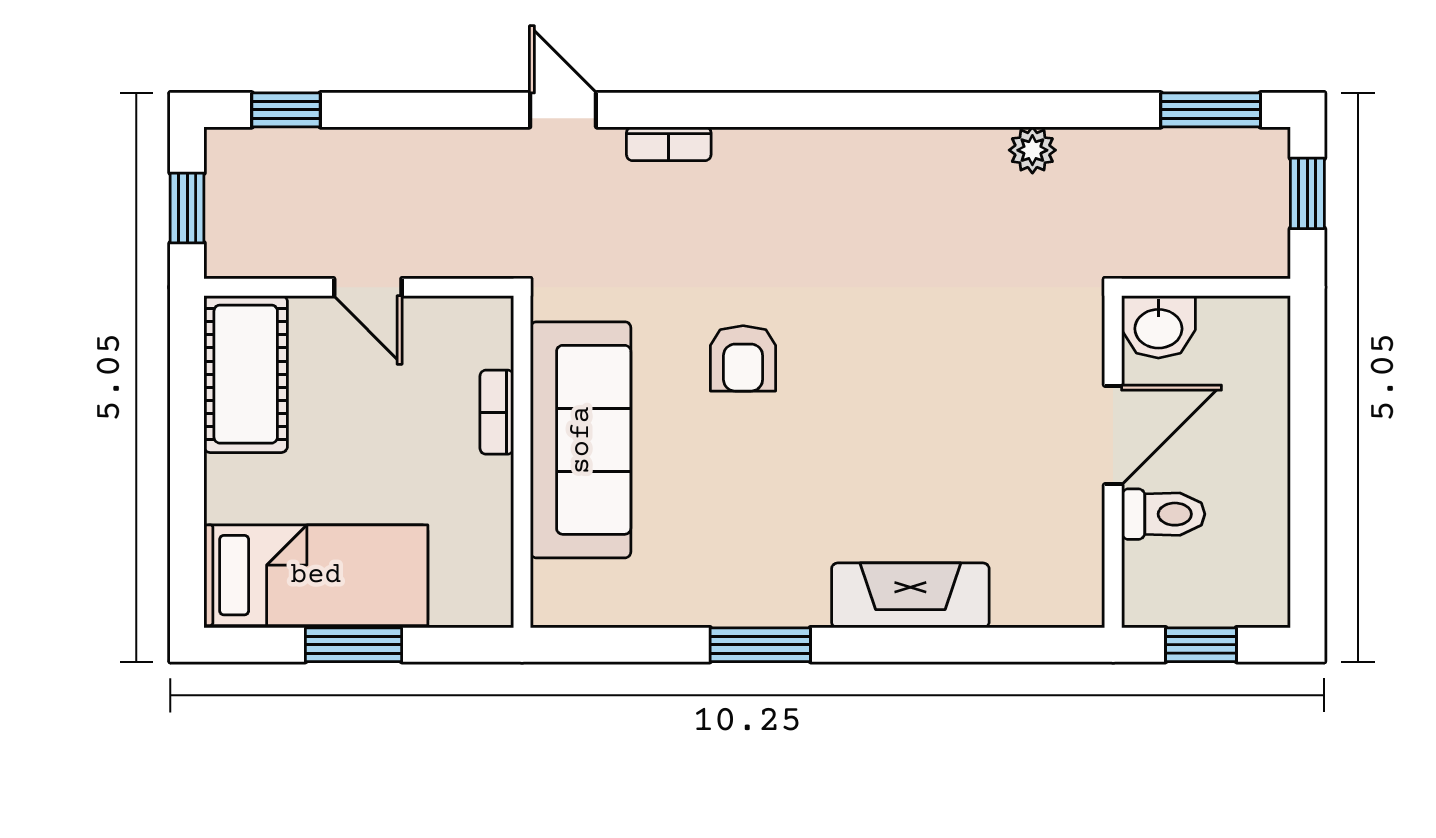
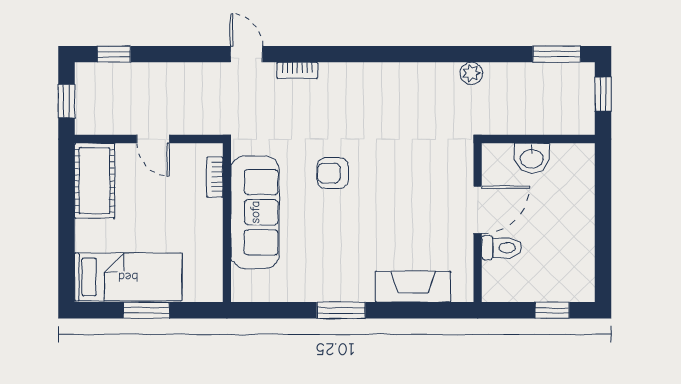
armchair: (743, 358) -> (333, 173), turned 90
bookcase: (497, 412) -> (215, 177), moved
door: (1113, 435) -> (478, 210), moved
wall: (1113, 462) -> (478, 223), moved
toilet: (1163, 514) -> (502, 248), moved

